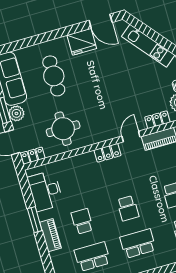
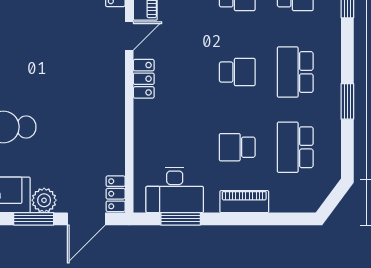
round table: (63, 129) -> (88, 136), removed
door: (131, 136) -> (129, 36), swing flipped
window: (35, 220) -> (181, 219), moved

